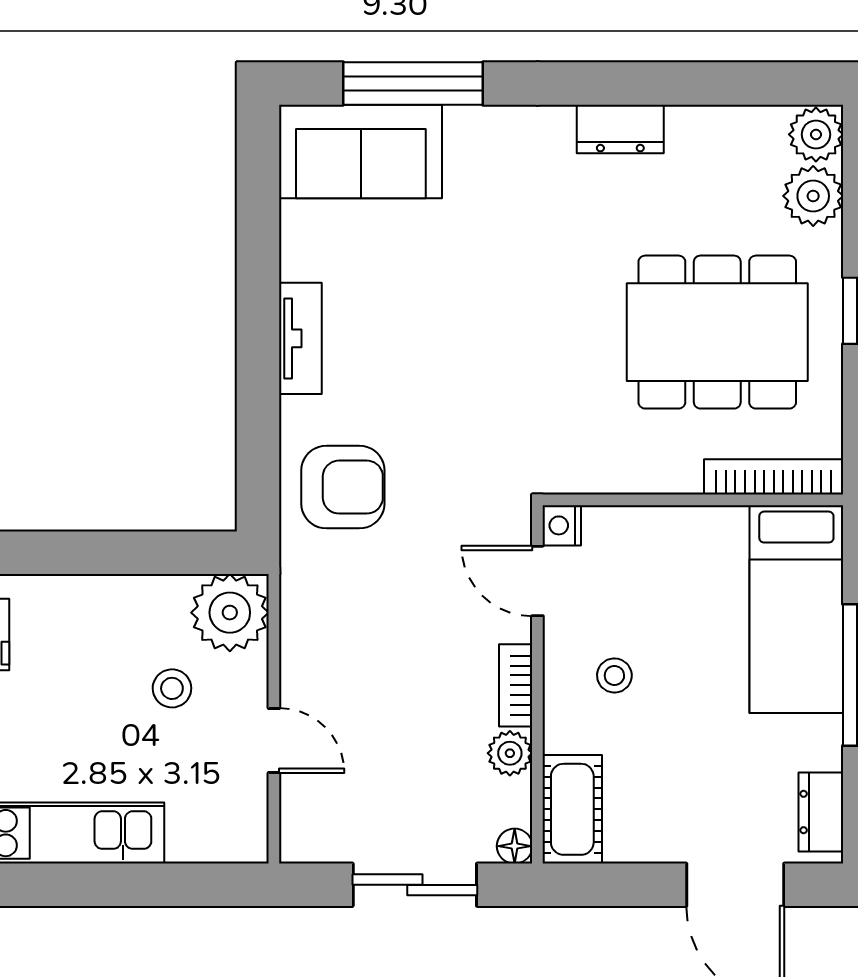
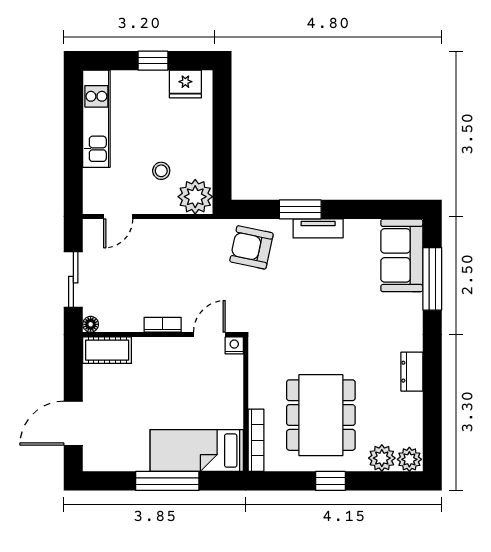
window: (258, 378) -> (300, 209), added
armchair: (343, 487) -> (251, 247), turned 102
stool: (614, 675) -> (167, 369), removed
door: (274, 741) -> (118, 216), moved
plant: (510, 753) -> (132, 322), removed
dresser: (821, 812) -> (106, 462), removed

